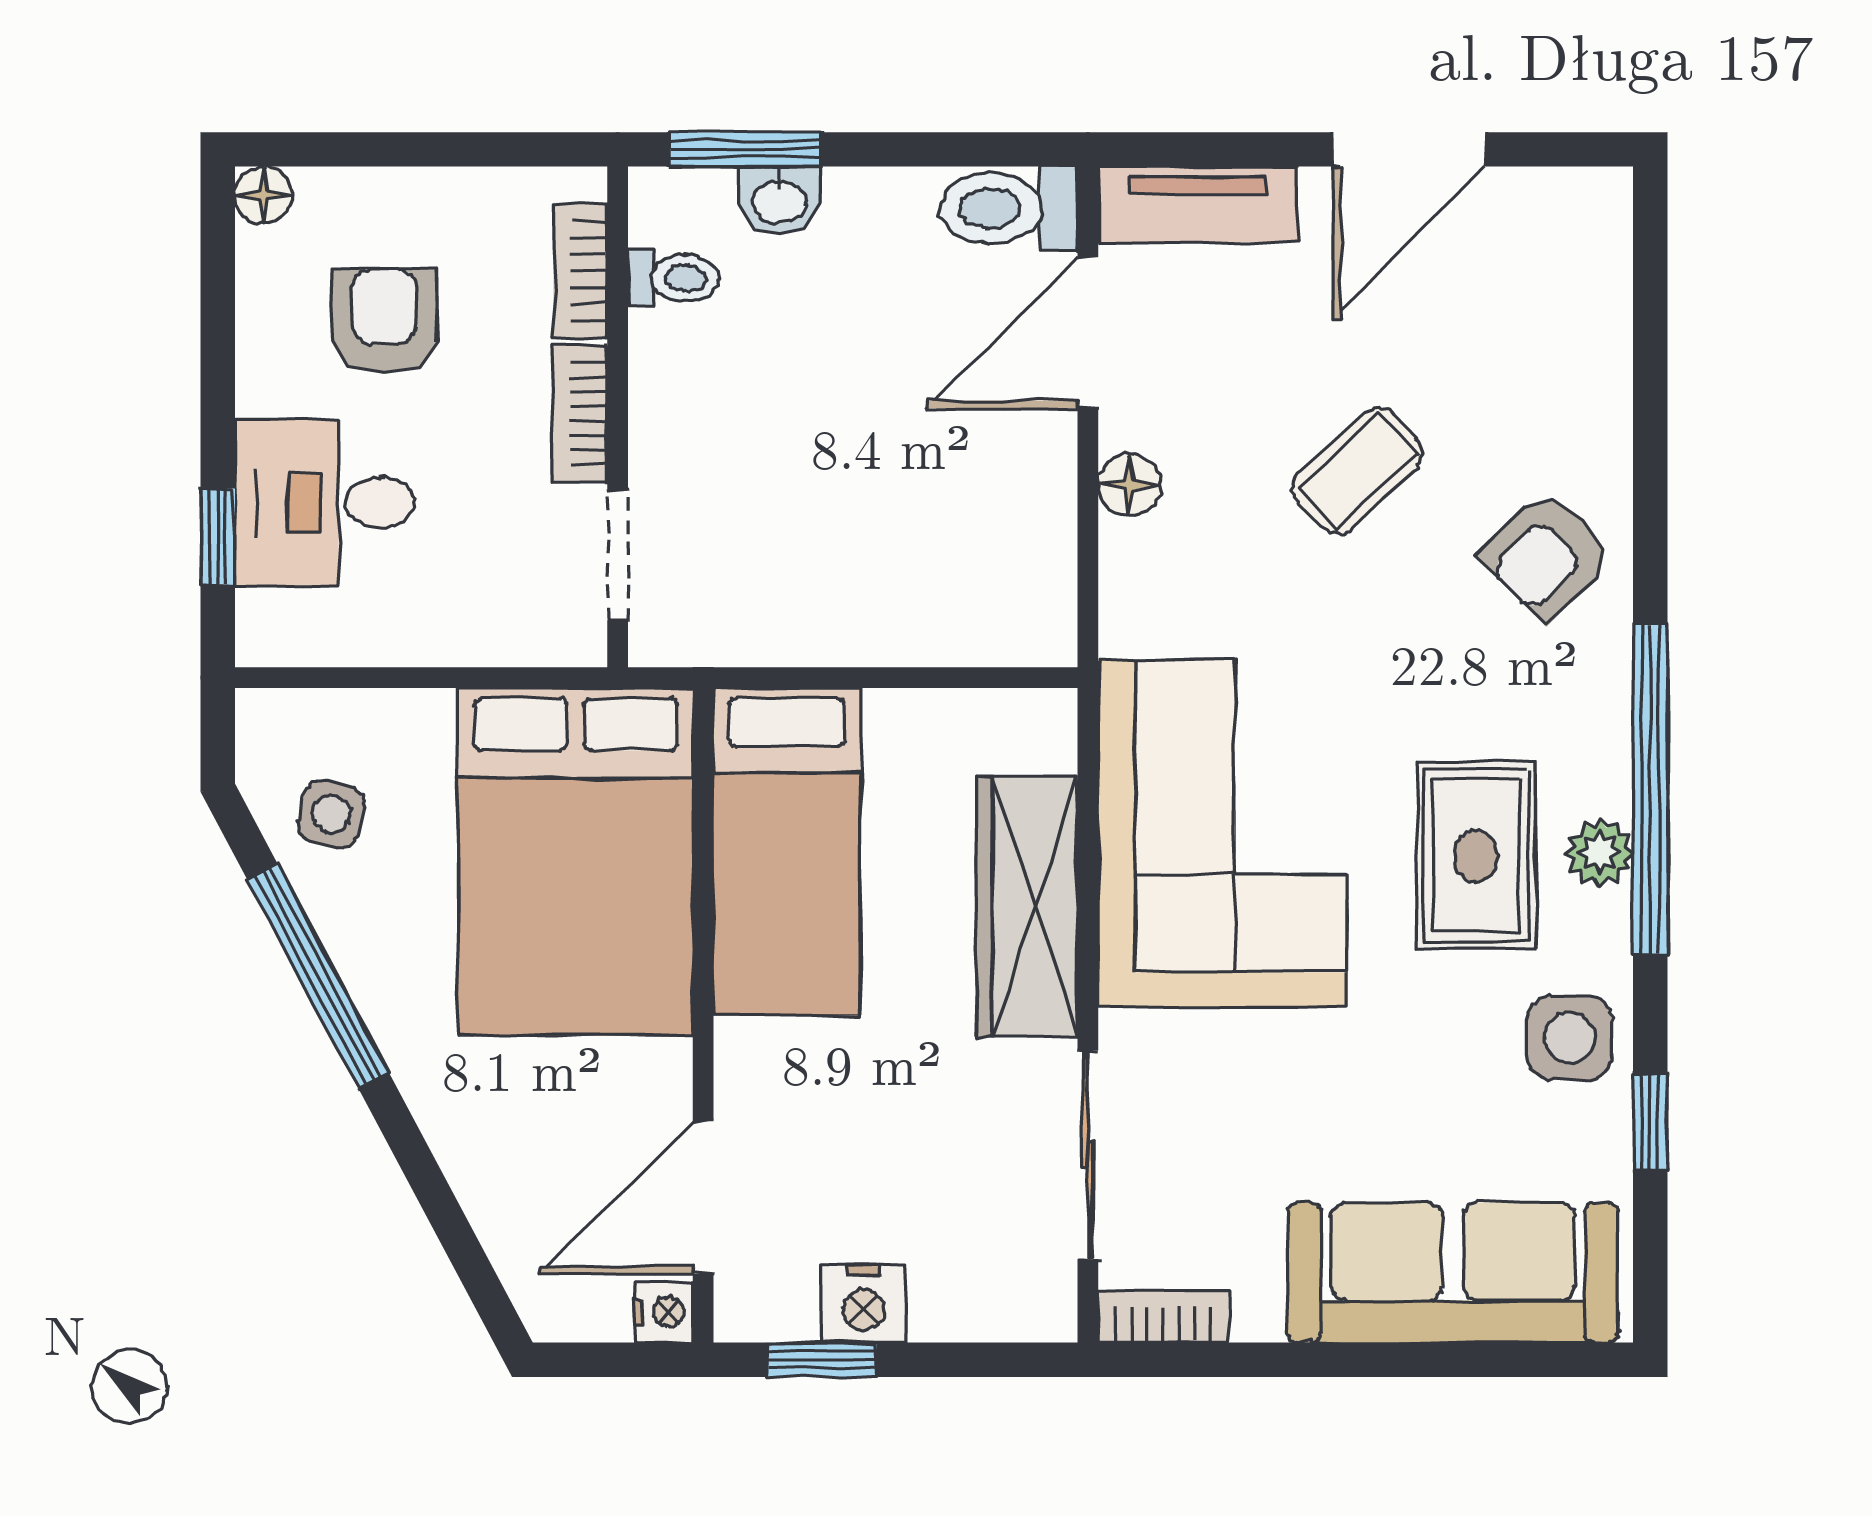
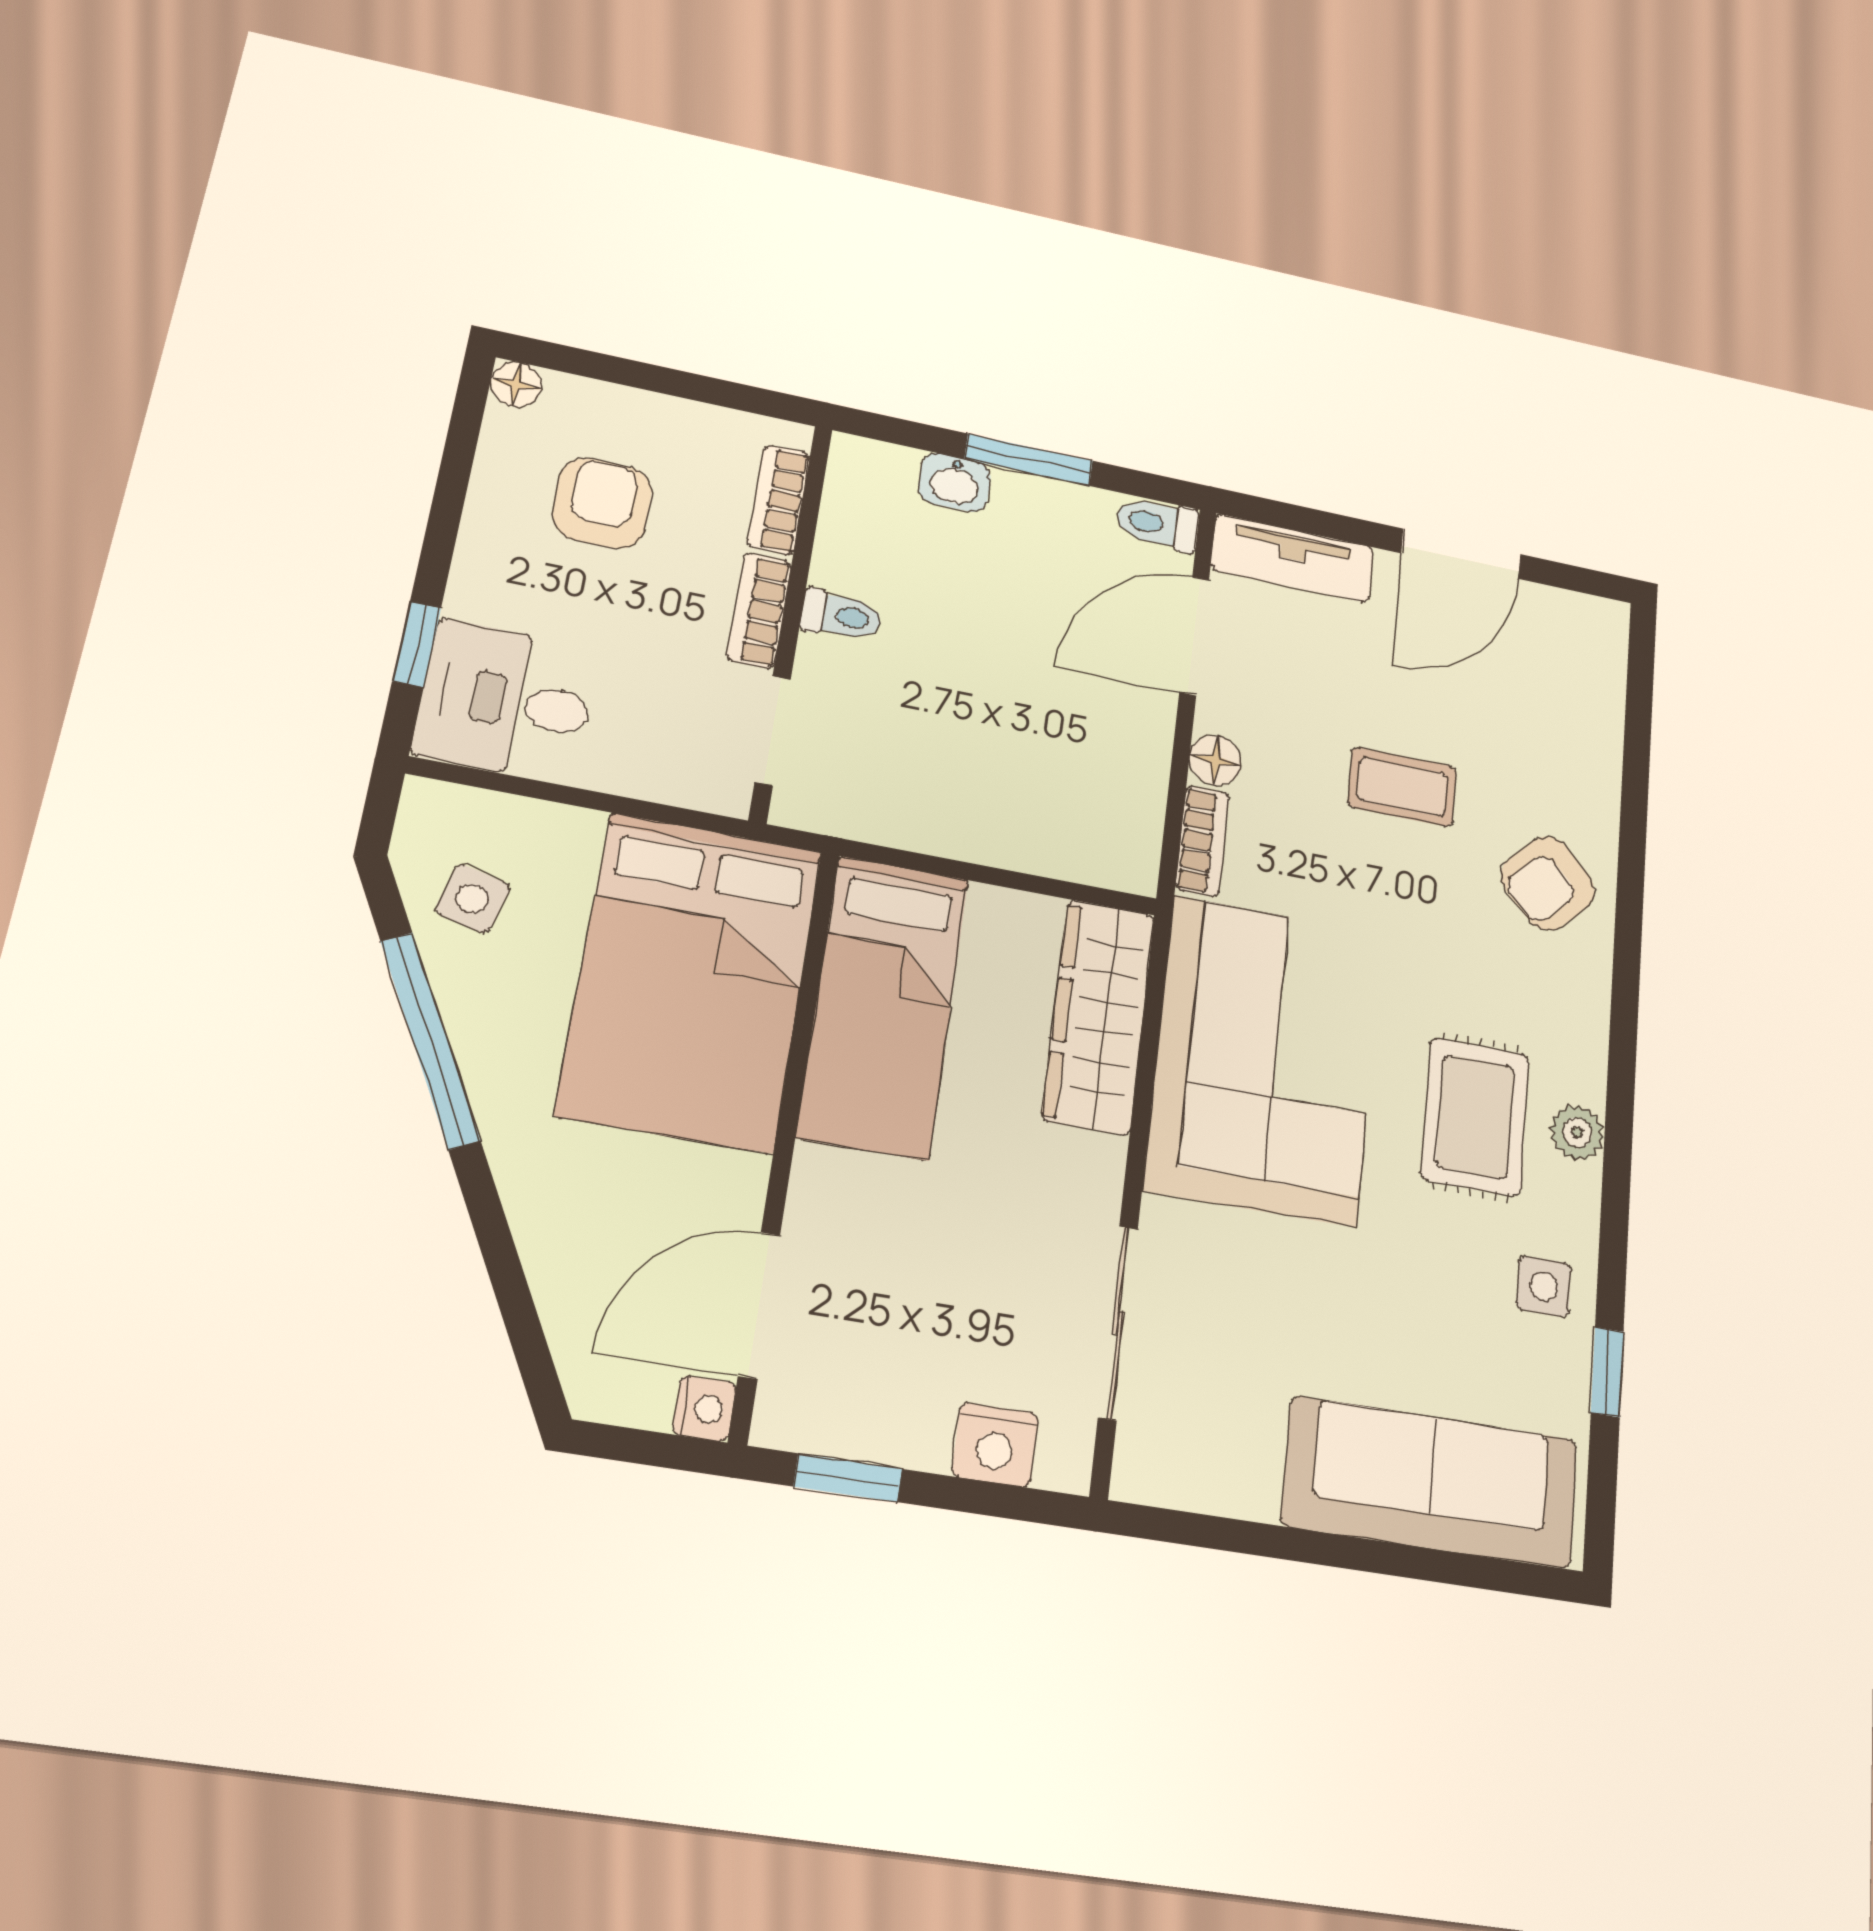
window: (745, 149) -> (1029, 460), moved
toilet: (1009, 208) -> (1157, 524), width x0.73, depth x0.72
toilet: (673, 278) -> (842, 616), moved
coffee table: (1358, 471) -> (1402, 787), turned 43
desk: (324, 503) -> (506, 701), moved
window: (1650, 789) -> (1621, 1087), removed
wardrobe: (1027, 906) -> (1099, 1016), moved
side table: (1570, 1037) -> (1544, 1286), width x0.73, depth x0.73
nightstand: (863, 1304) -> (995, 1445), moved
bookcase: (1163, 1317) -> (1202, 841), moved, turned 90

